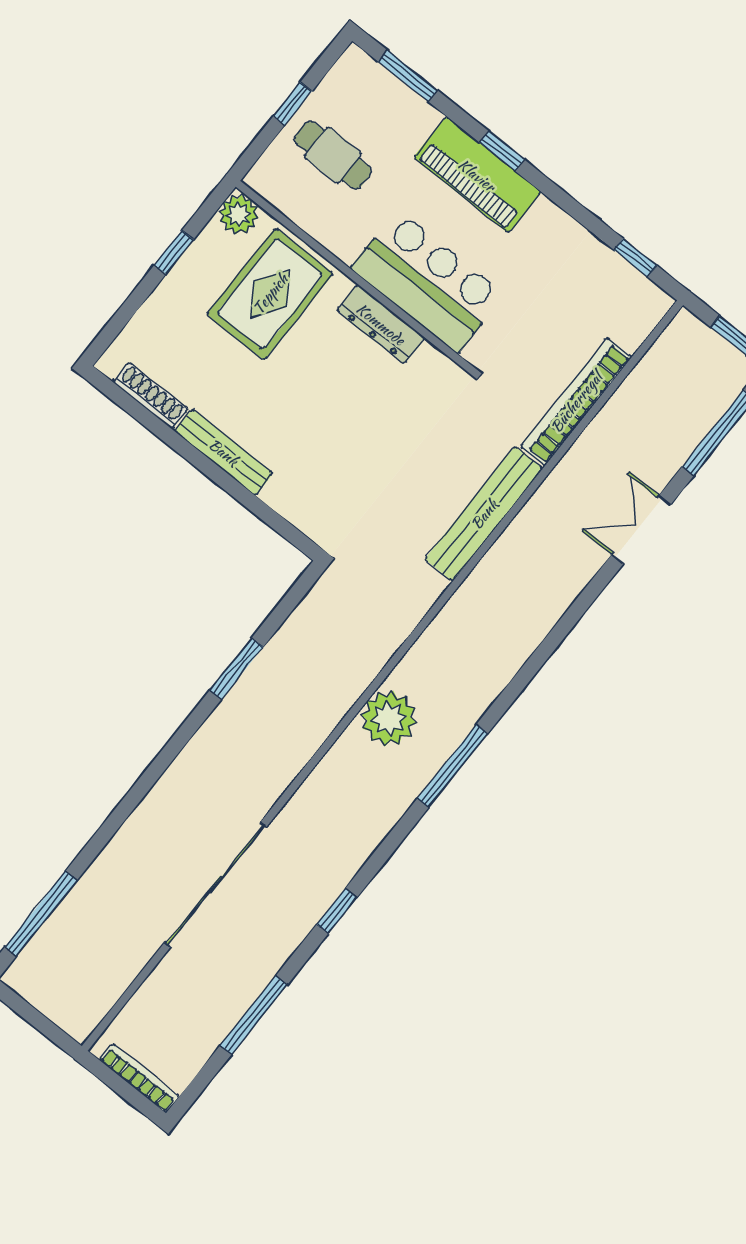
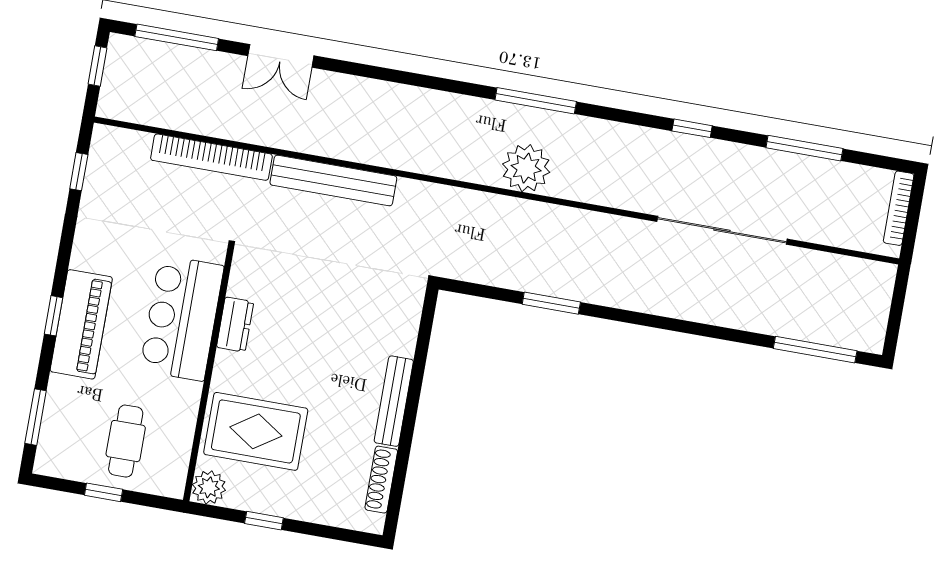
dresser: (381, 324) -> (235, 325), width x0.70

